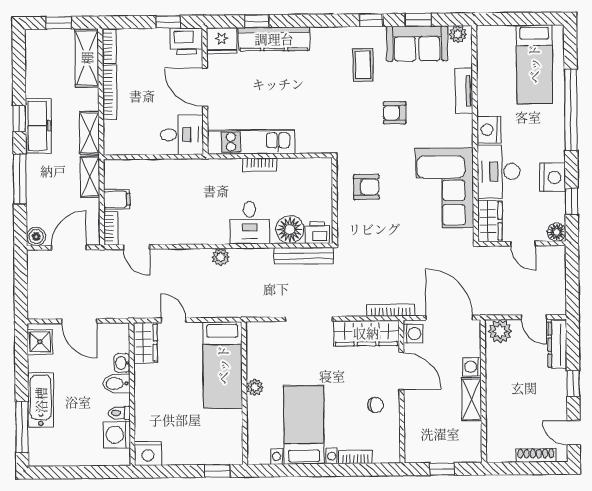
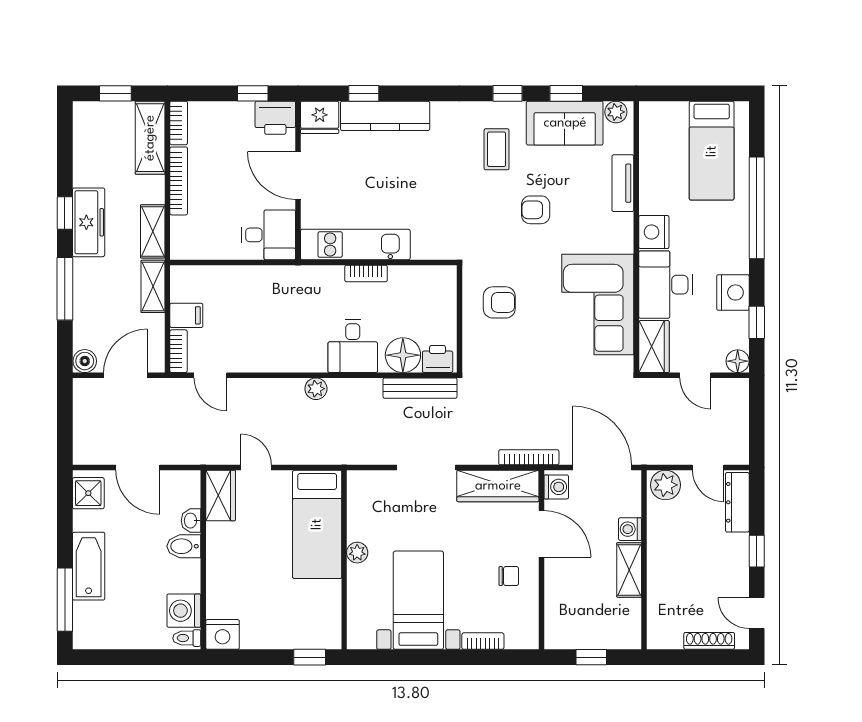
toilet: (119, 413) -> (187, 638), moved

